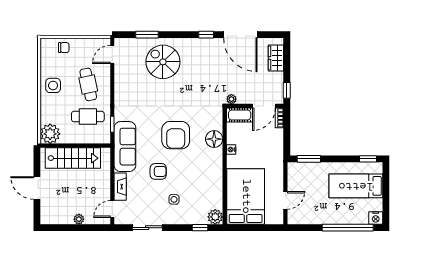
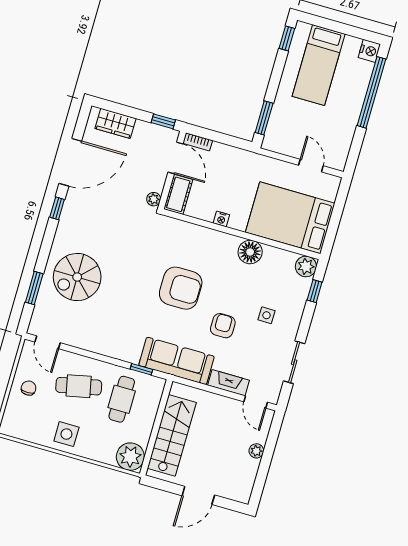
chair: (64, 48) -> (29, 388), moved
floor lamp: (214, 139) -> (250, 252), moved

